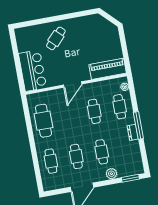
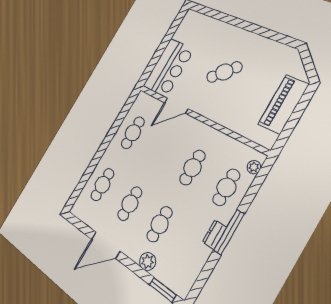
cafe table: (56, 38) -> (224, 72), moved
piano: (108, 69) -> (283, 104), moved, turned -90
door: (73, 85) -> (176, 106), moved
cafe table: (43, 121) -> (133, 133), width x0.73, depth x0.74

